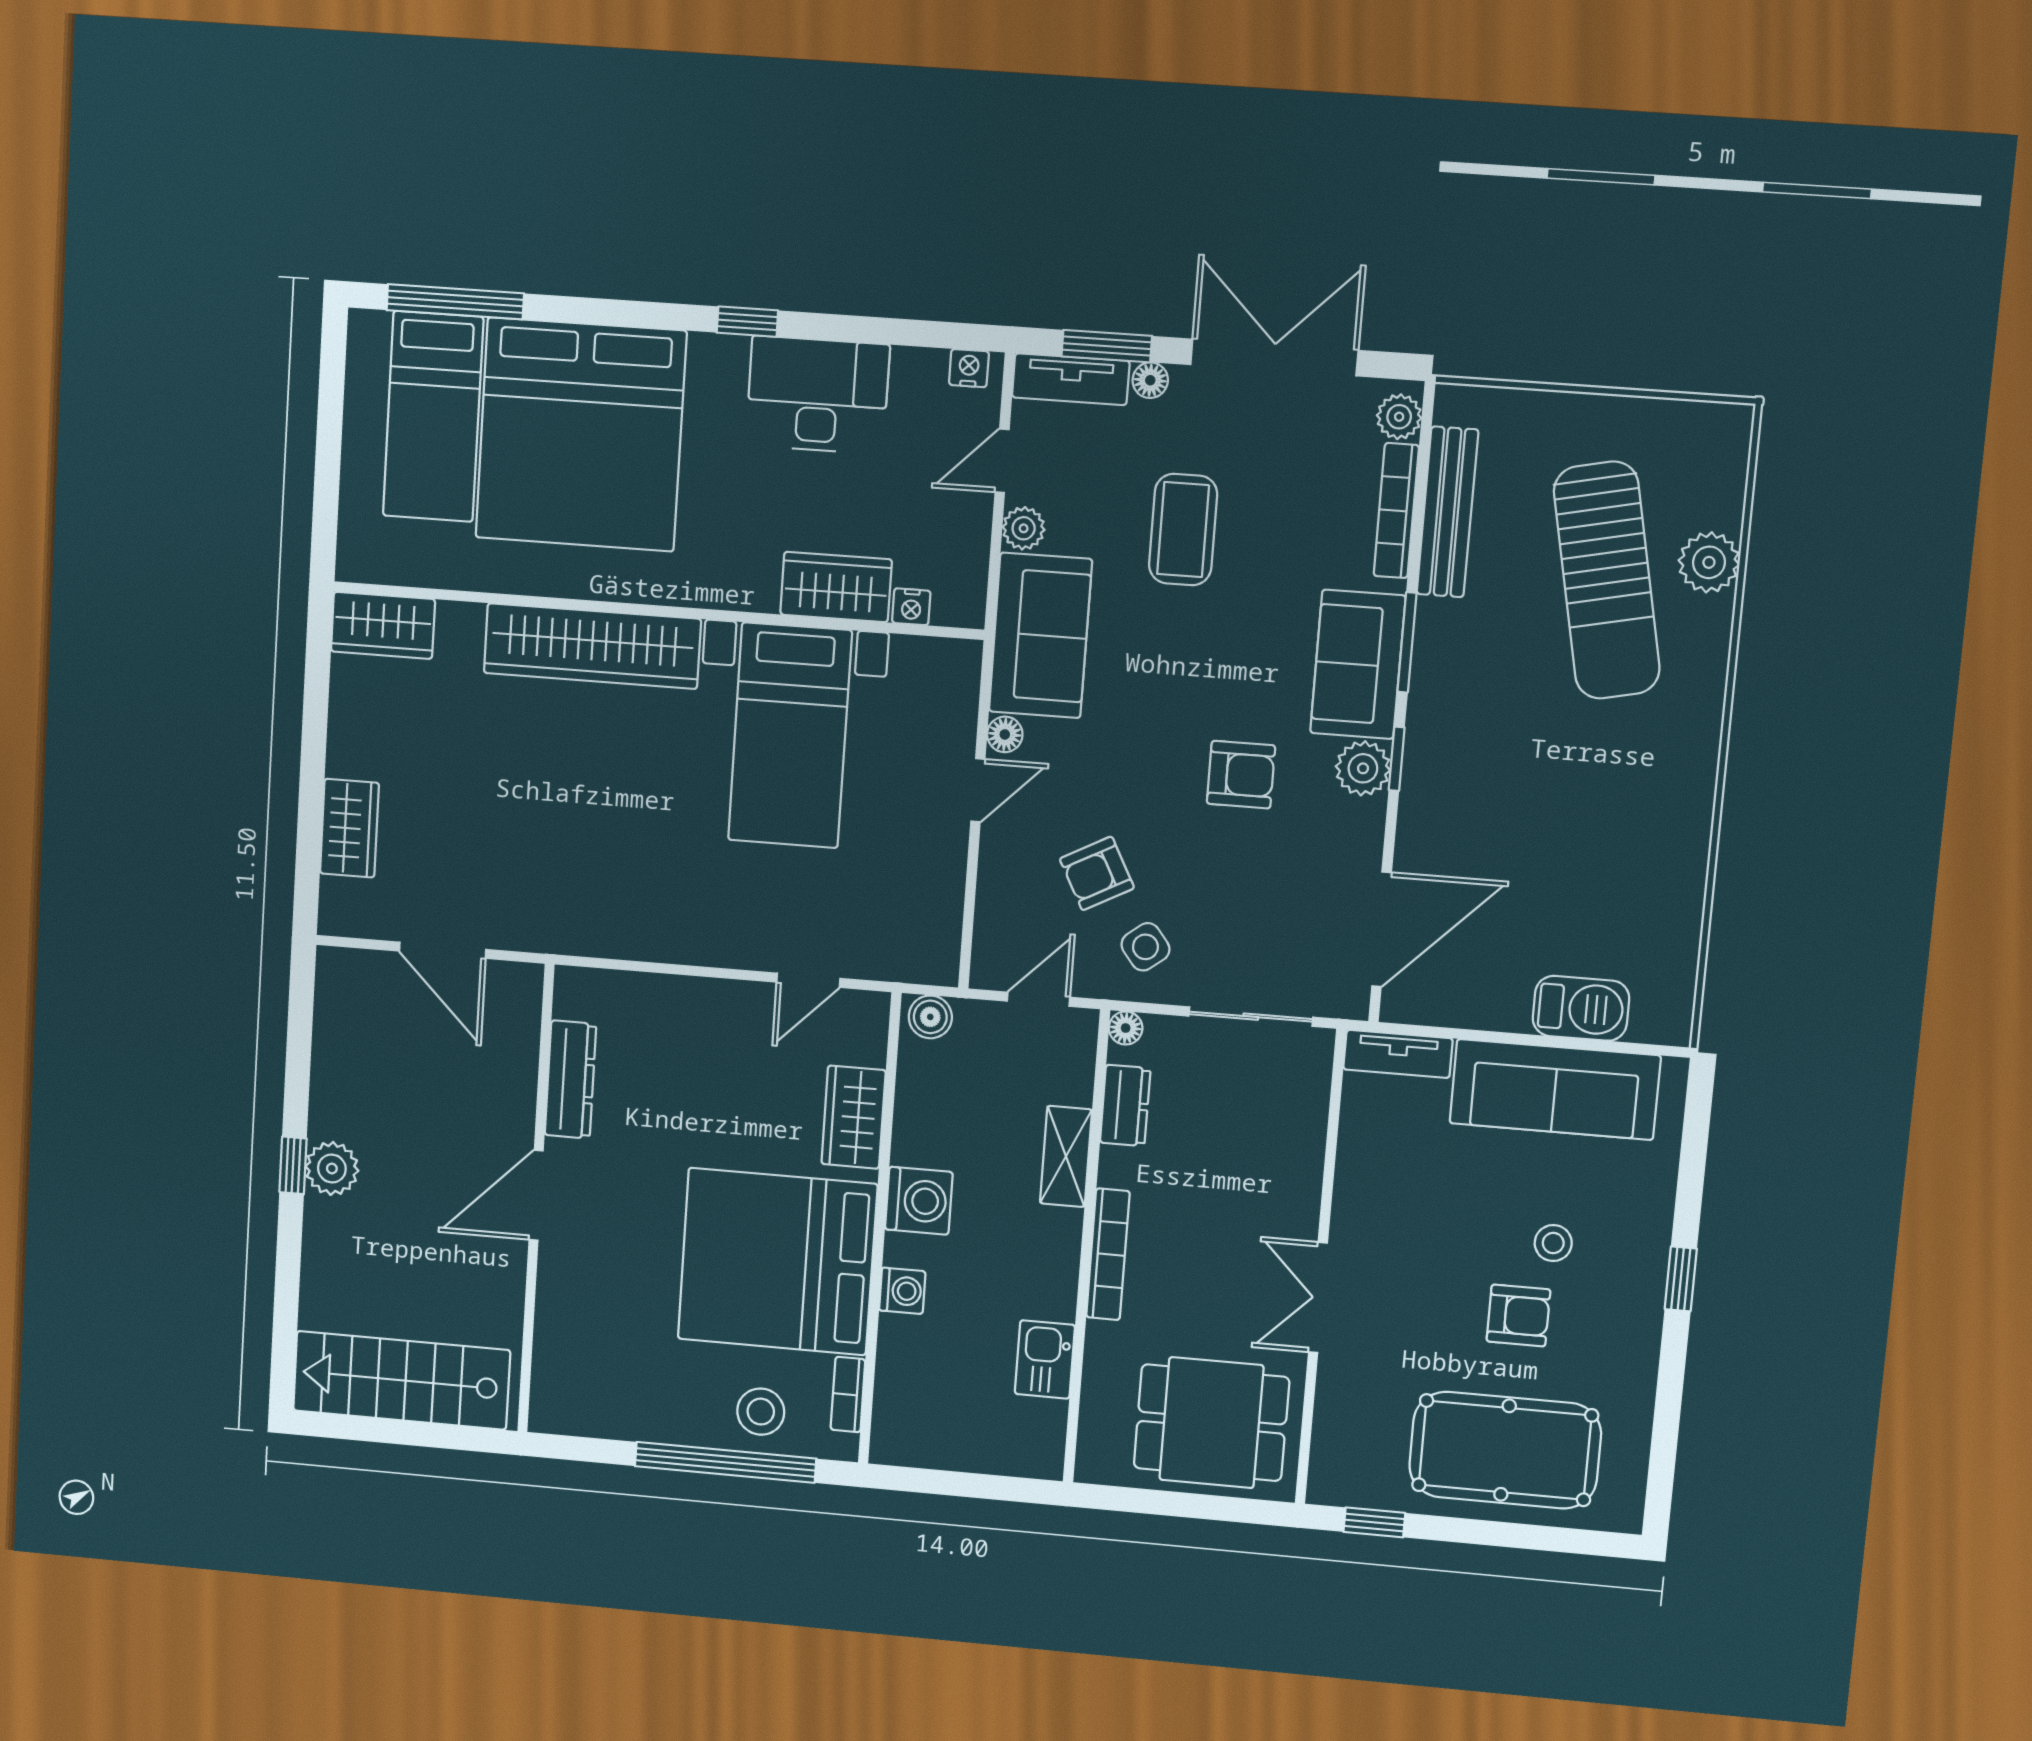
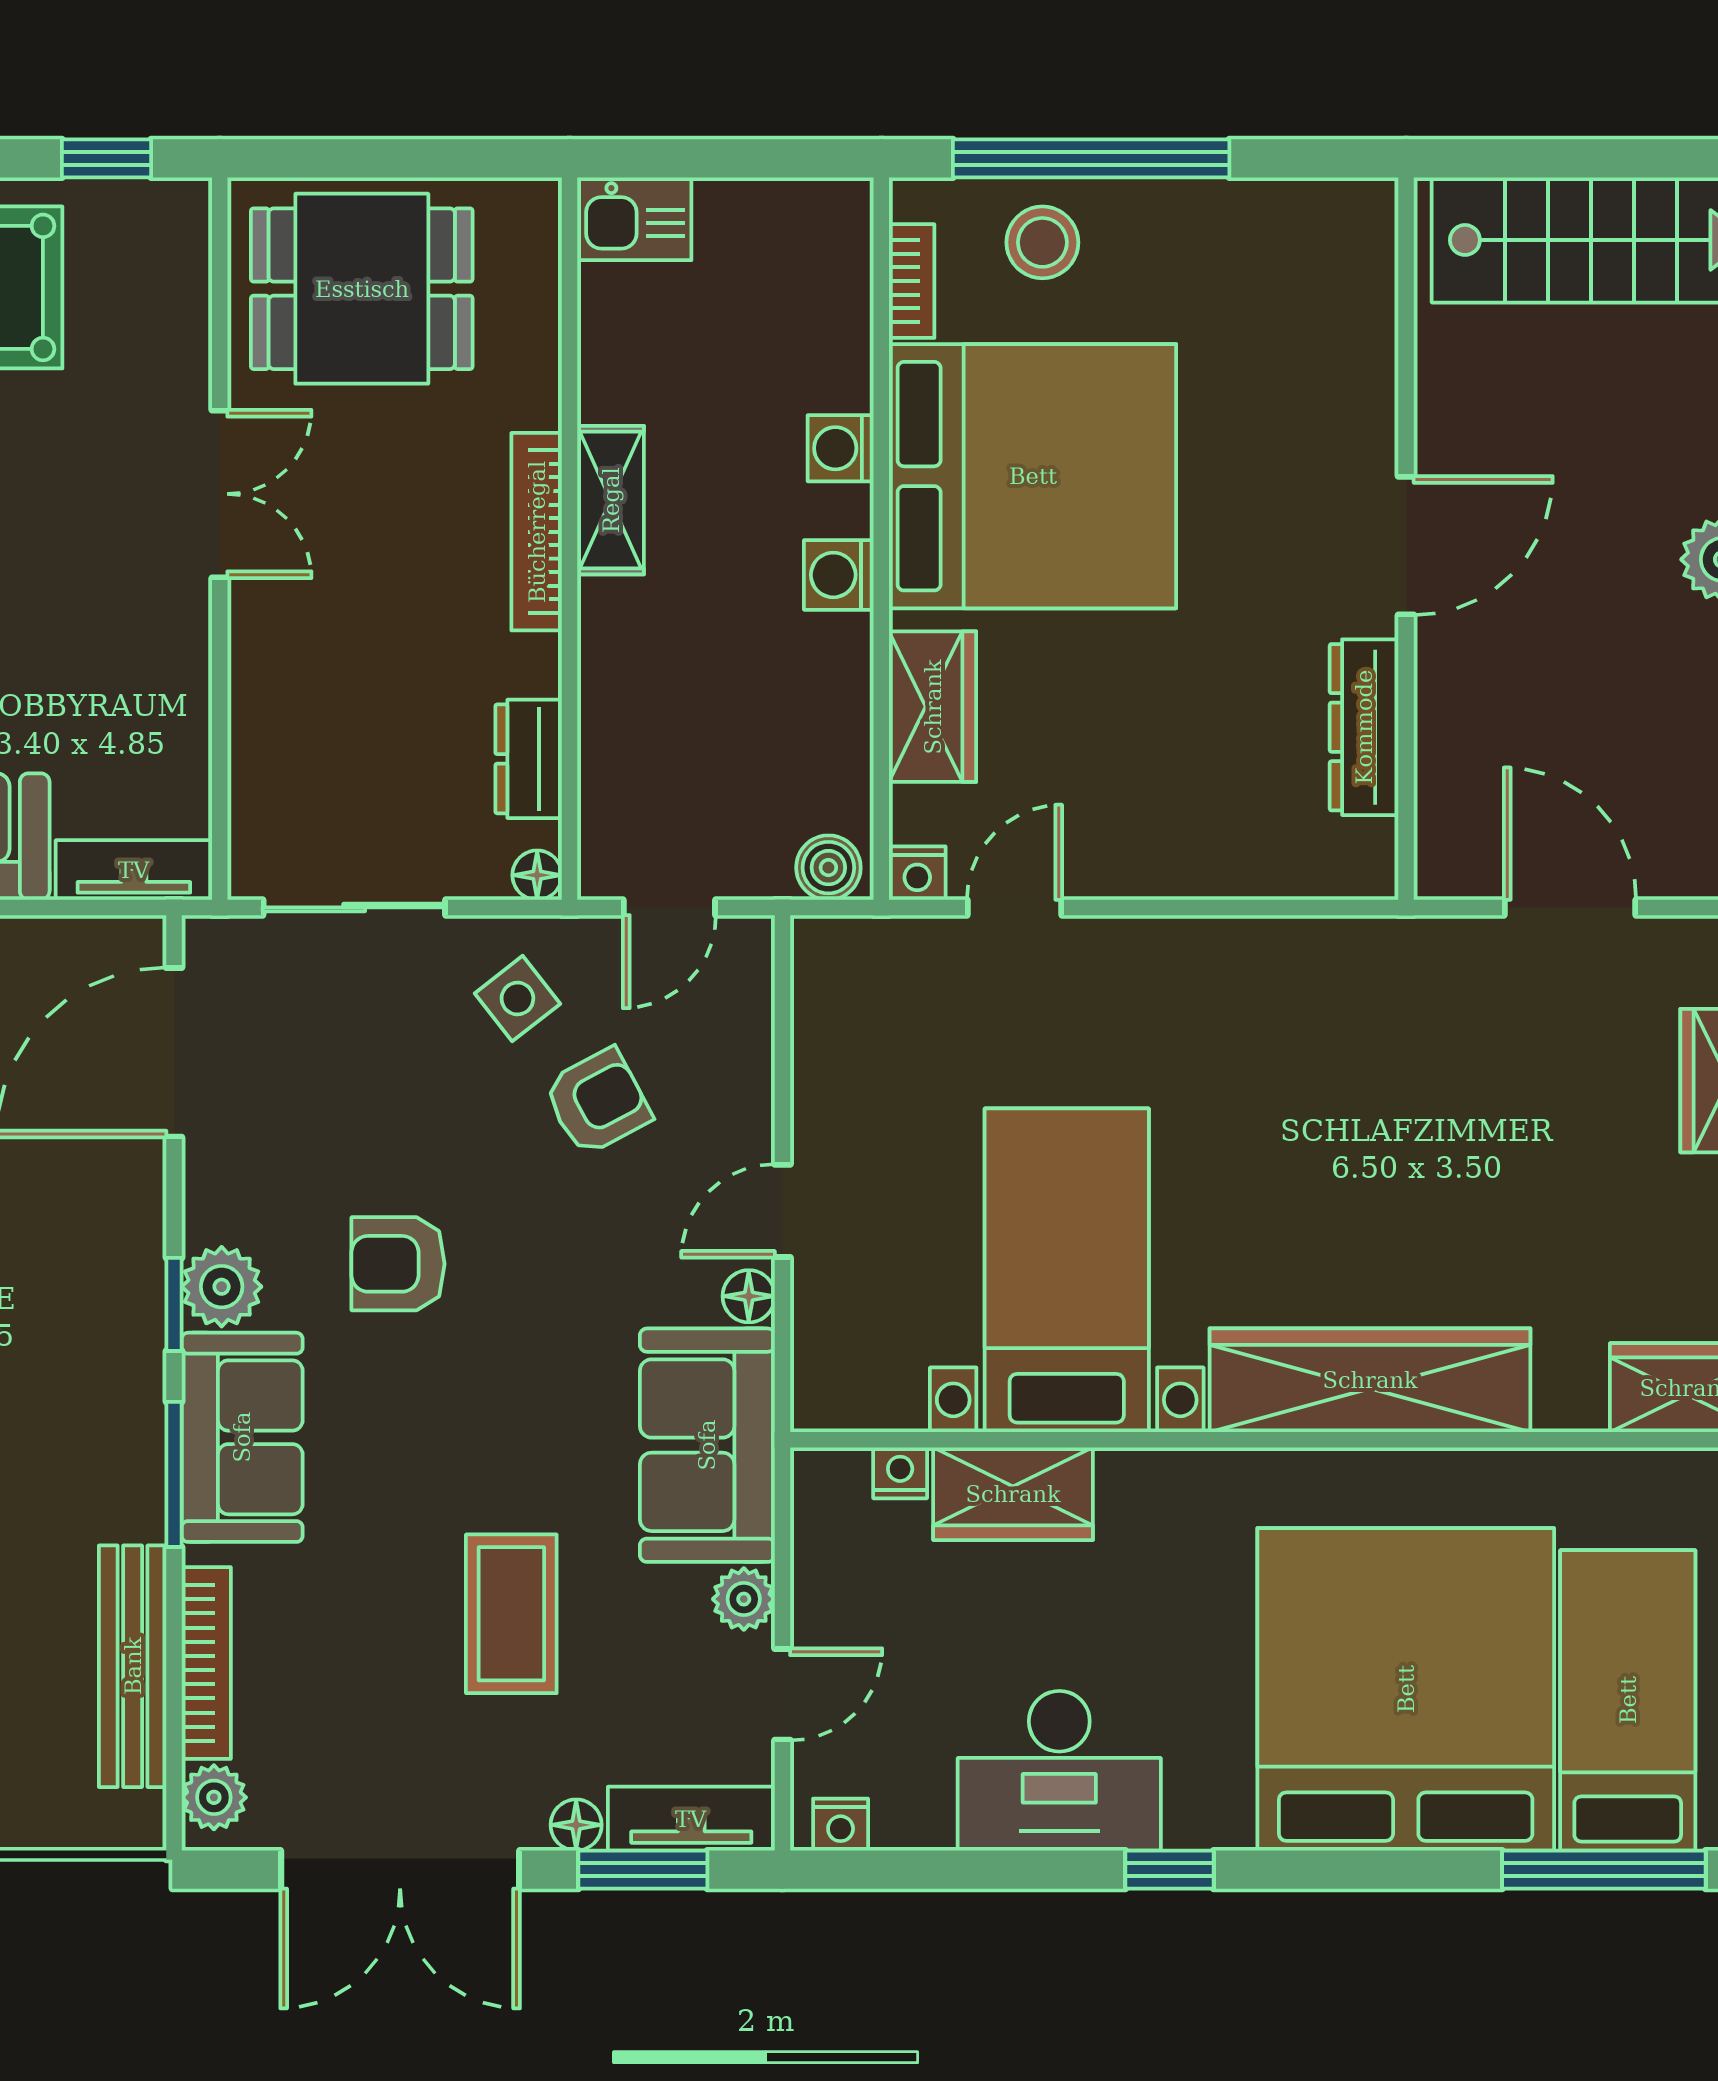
nightstand: (871, 1008) -> (917, 873), added
shelving: (1066, 1156) -> (611, 500), moved
washing machine: (919, 1201) -> (839, 575), width x0.73, depth x0.73
kitchen sink: (1045, 1359) -> (634, 219), moved, turned 90

